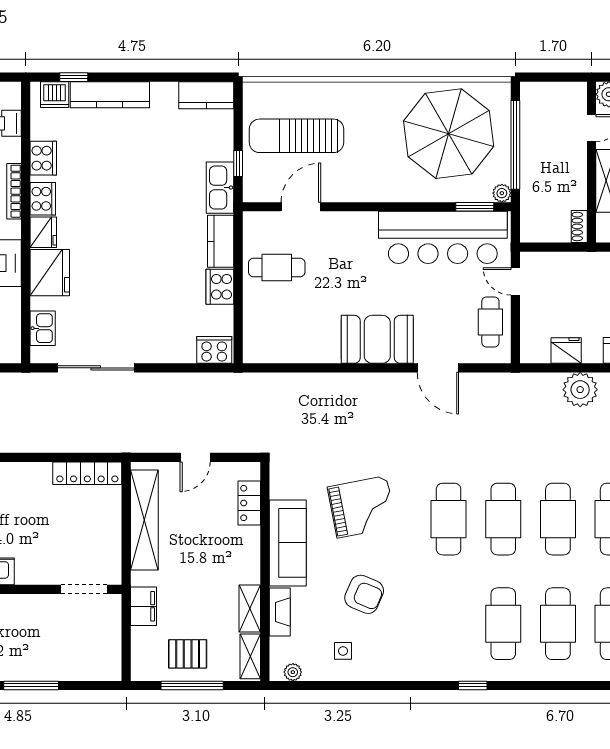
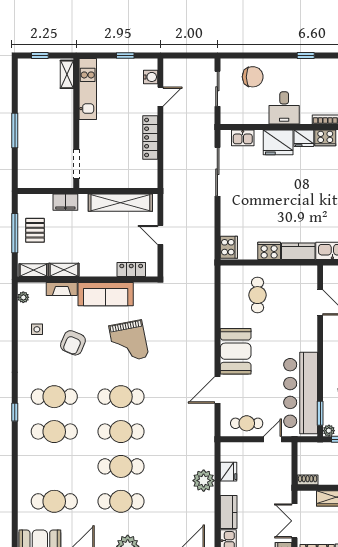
cafe table: (277, 268) -> (258, 295), moved
locker: (87, 473) -> (150, 137), moved
cafe table: (558, 624) -> (54, 397), moved

